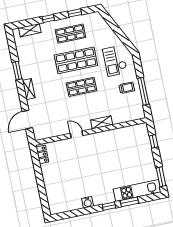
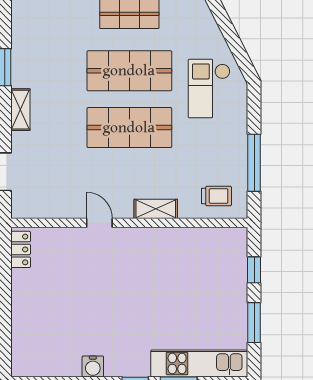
shop shelf: (81, 87) -> (129, 128), width x1.43, depth x1.36
trolley: (127, 88) -> (217, 196), moved
window: (161, 177) -> (254, 323), moved

